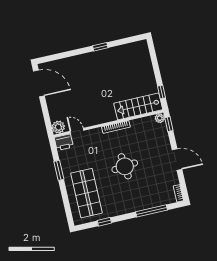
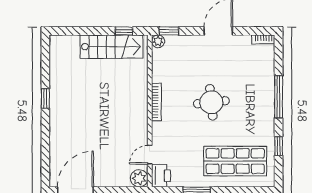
stairs: (138, 106) -> (111, 47), moved, turned -90
window: (152, 211) -> (279, 97), moved

